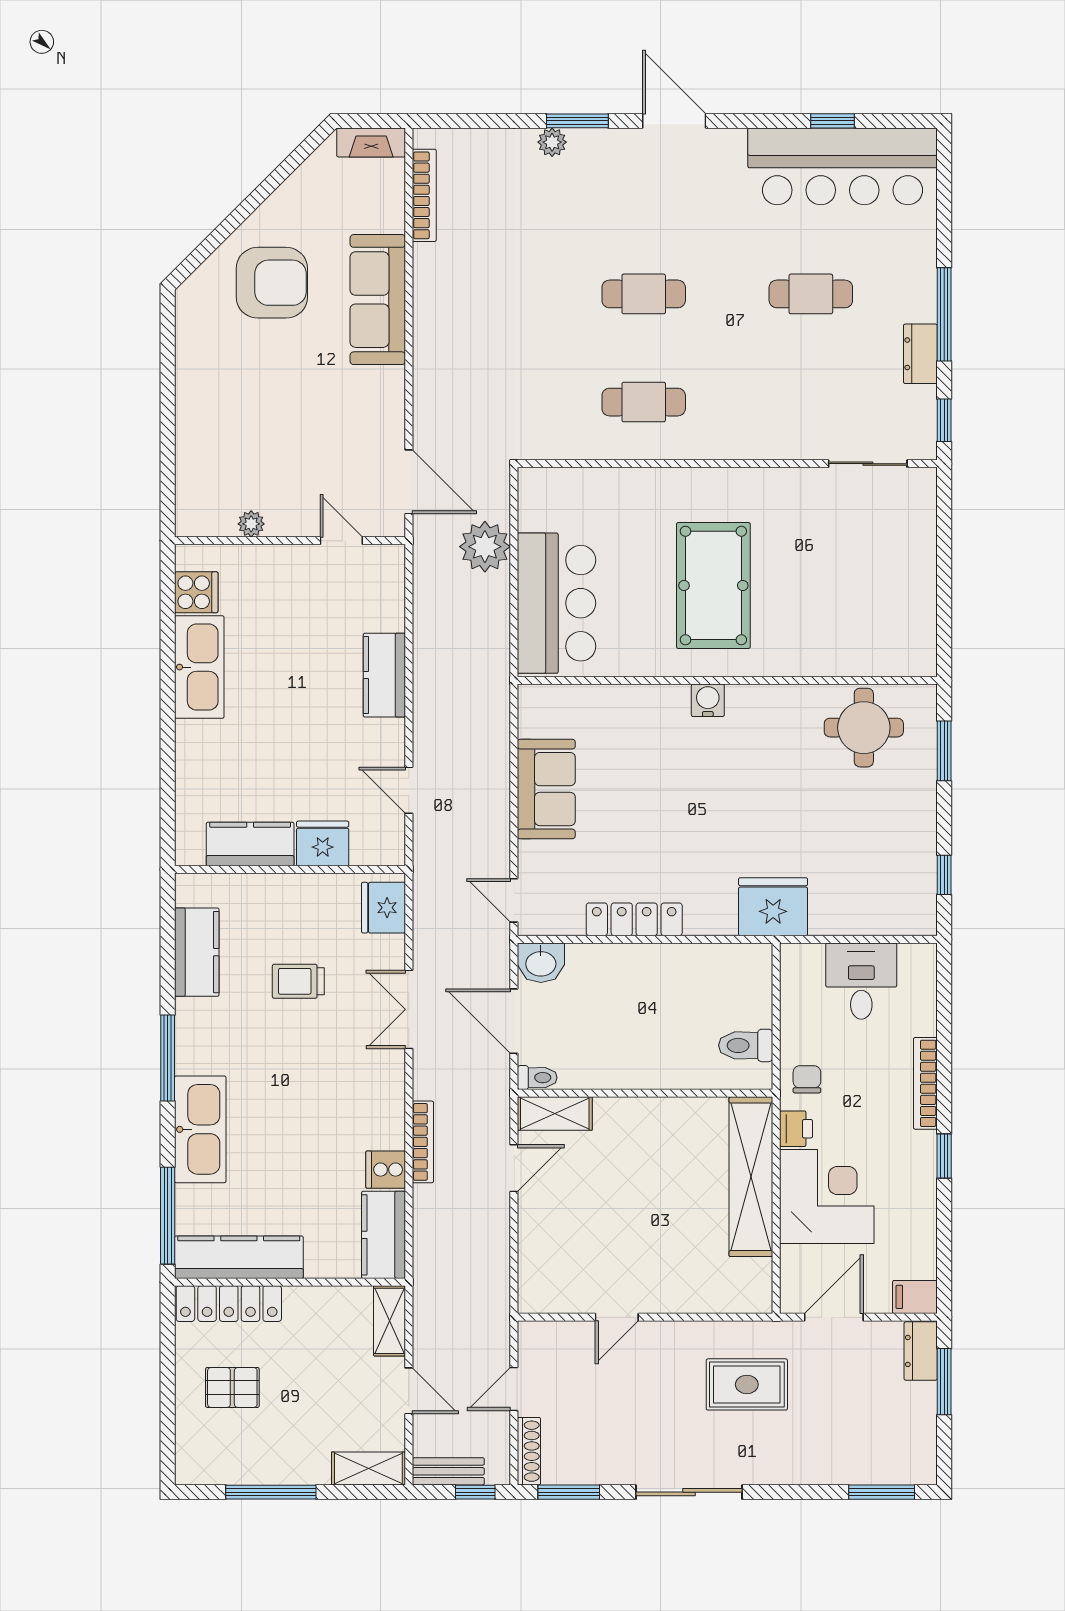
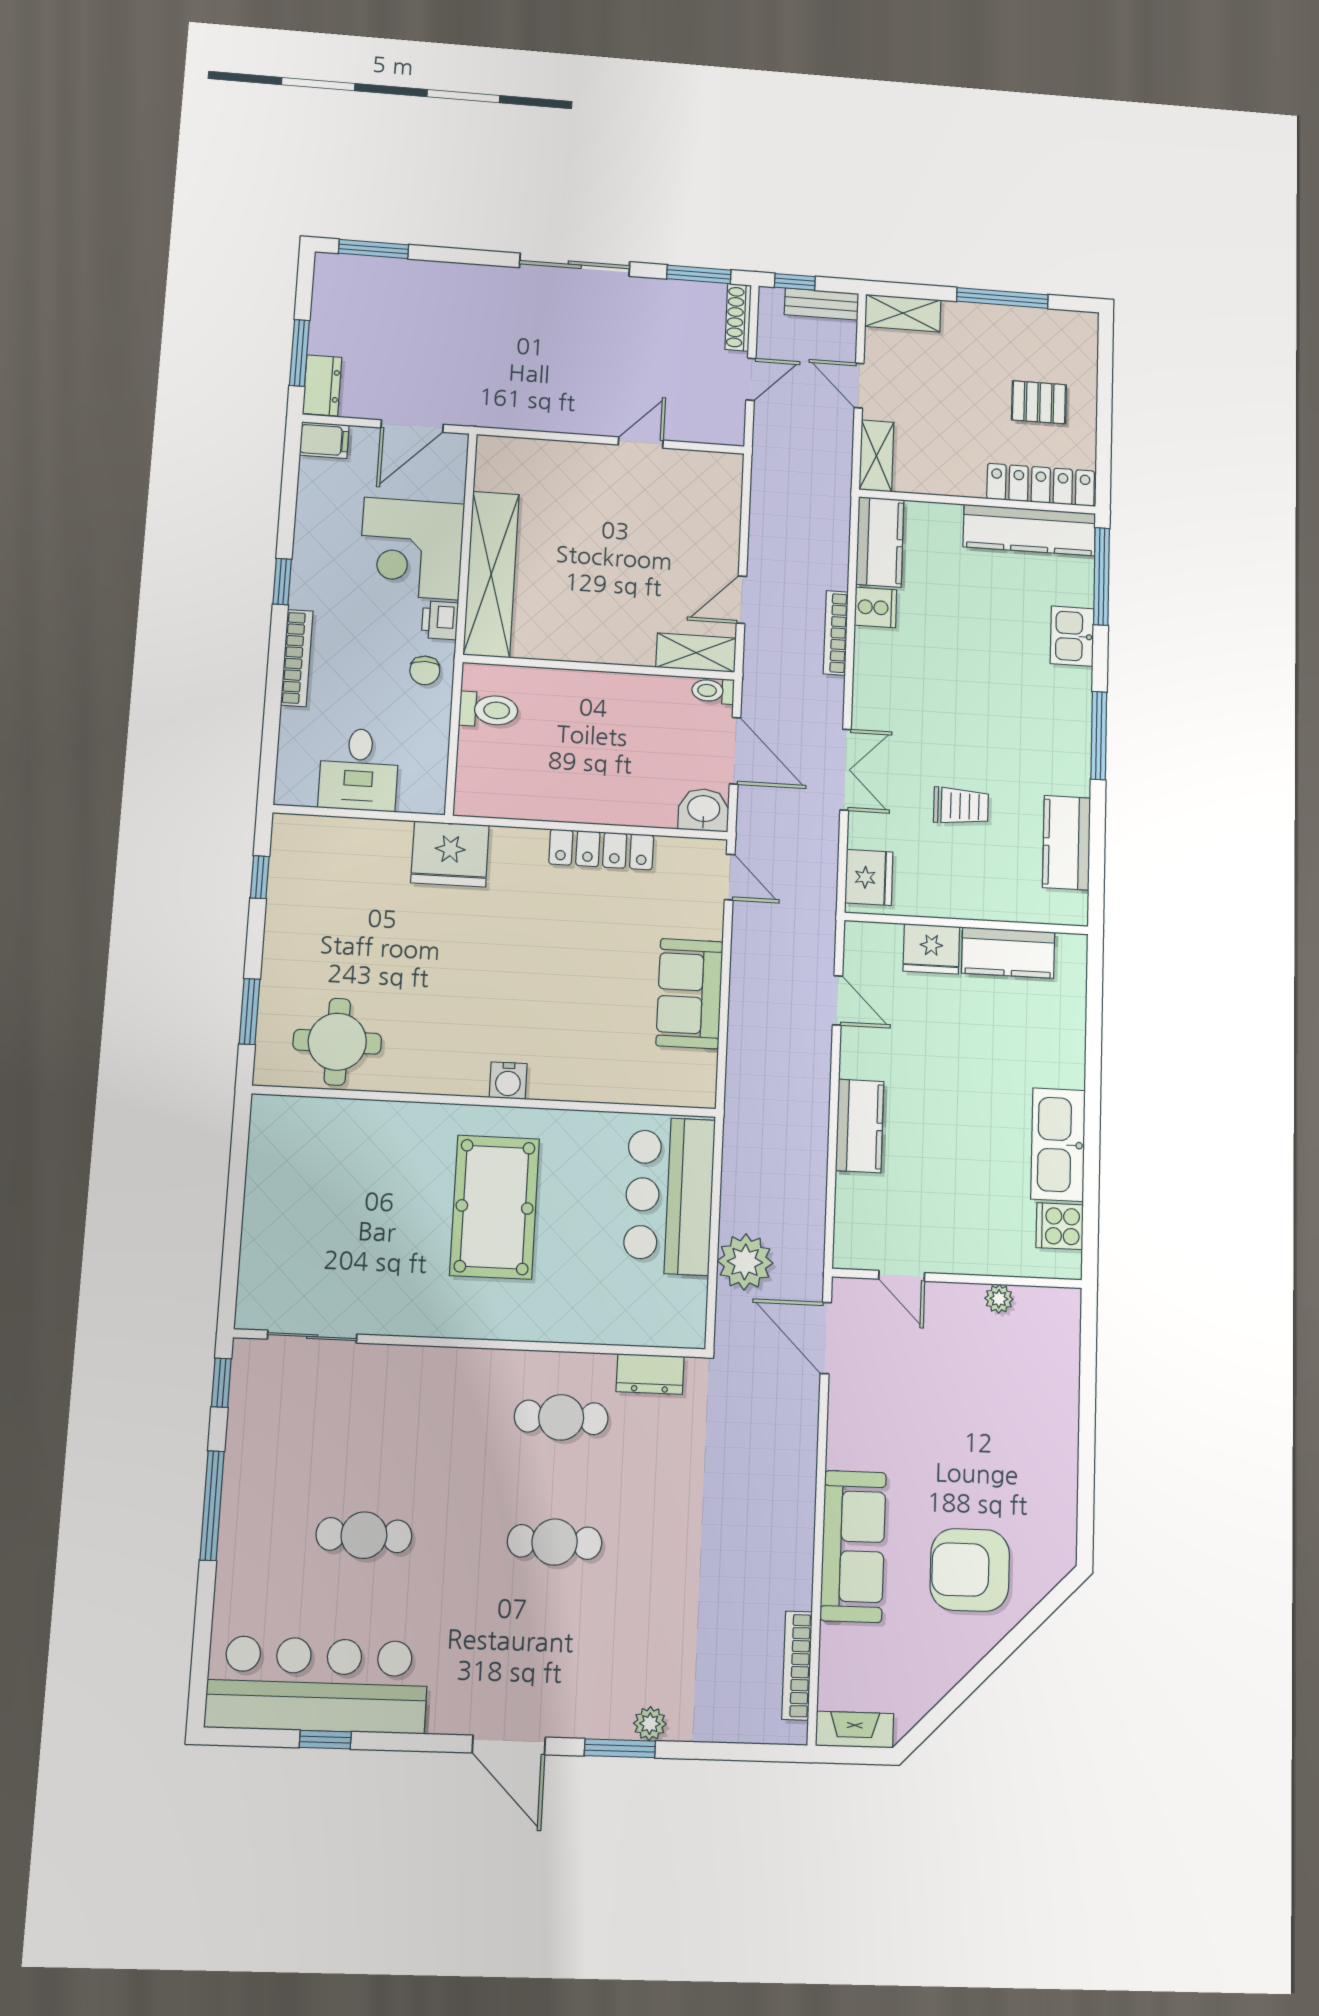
dresser: (920, 354) -> (650, 1374), moved, turned 90
kitchen sink: (200, 1129) -> (1072, 636), width x0.53, depth x0.81
rug: (747, 1384) -> (508, 366), removed

